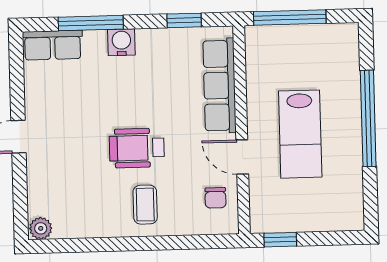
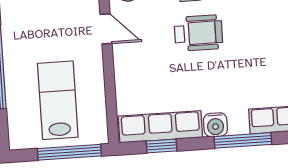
row of seats: (220, 86) -> (160, 127), moved, turned -90
lab bench: (300, 134) -> (58, 100), moved

